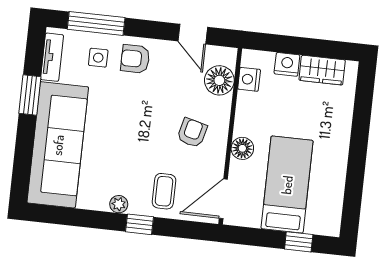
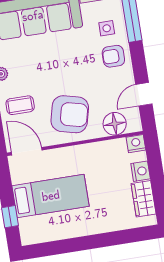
armchair: (135, 59) -> (113, 56), turned -90
nightstand: (249, 79) -> (136, 144), moved
armchair: (192, 133) -> (70, 114), width x1.88, depth x1.88
floor lamp: (242, 148) -> (68, 155), removed

